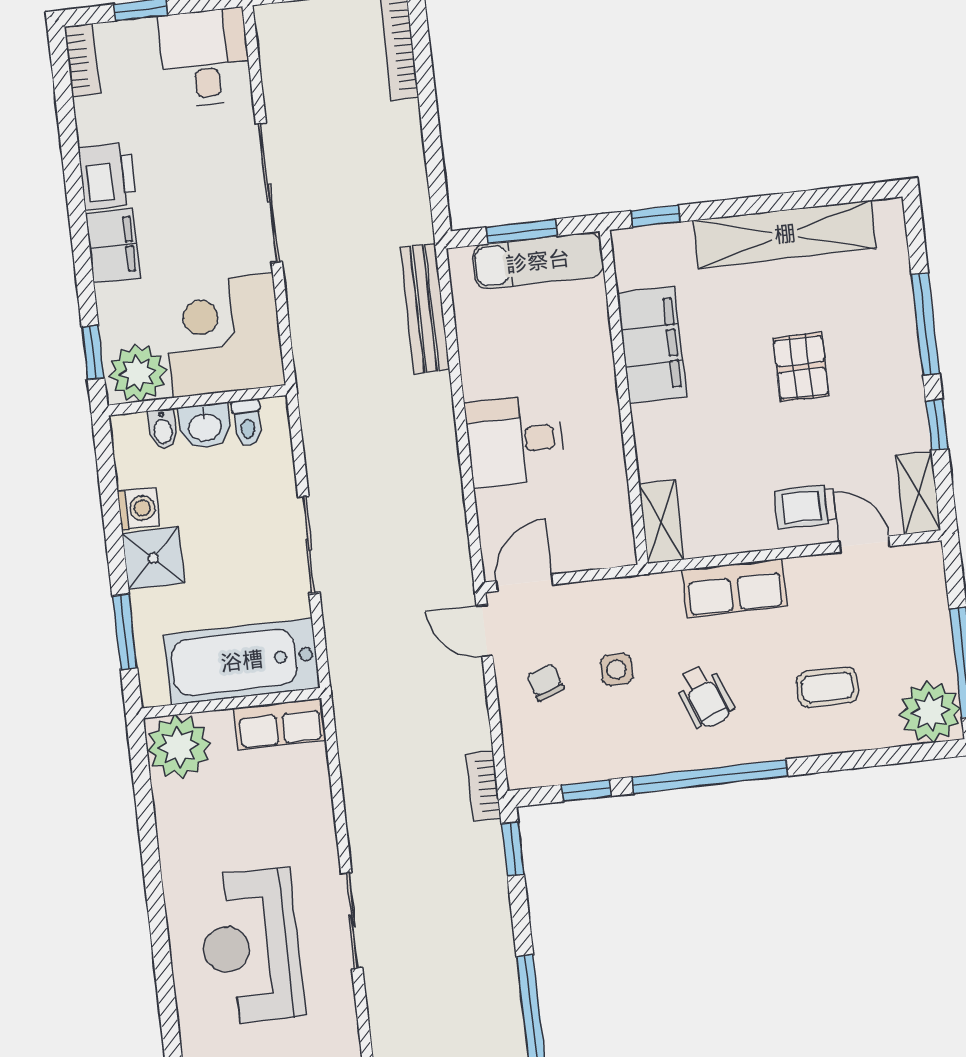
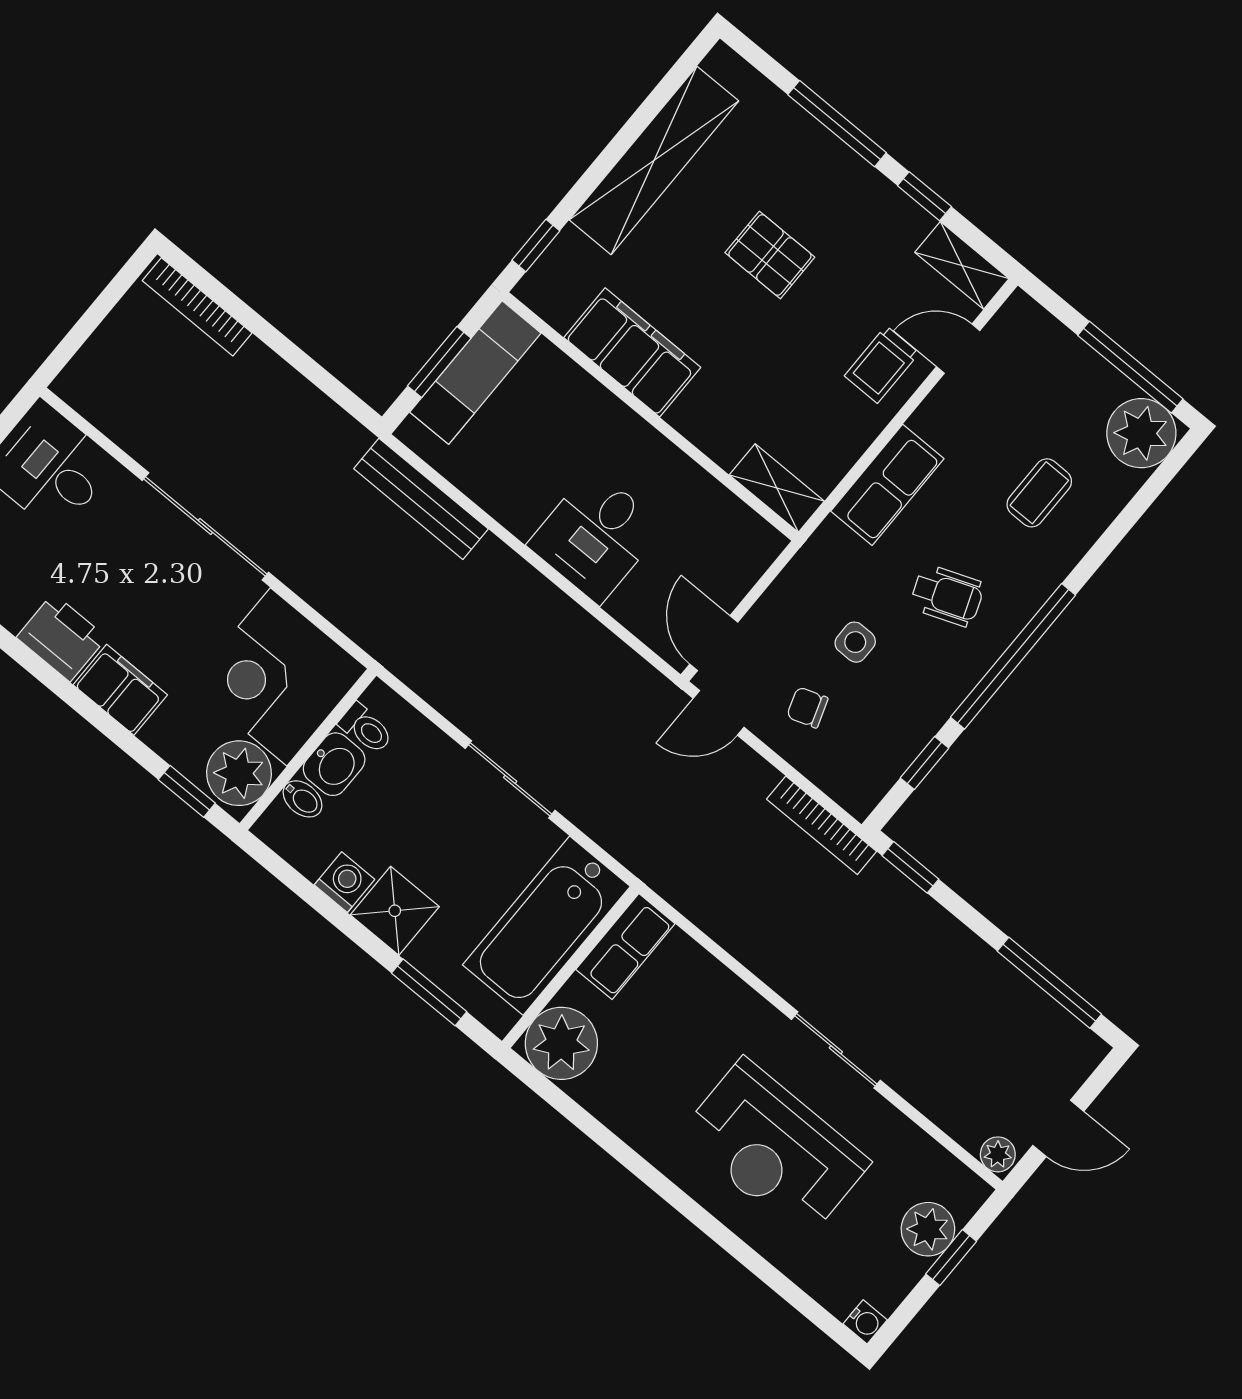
bookcase: (484, 786) -> (822, 825), width x1.56

